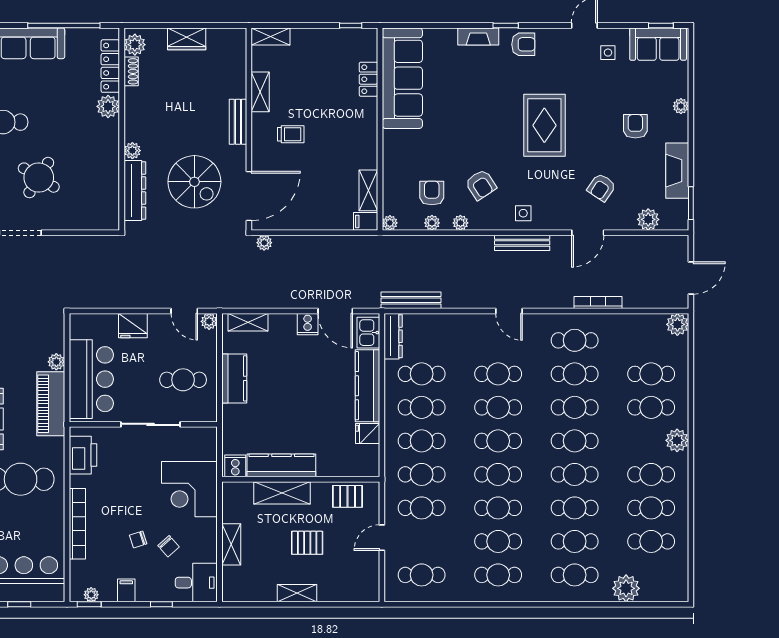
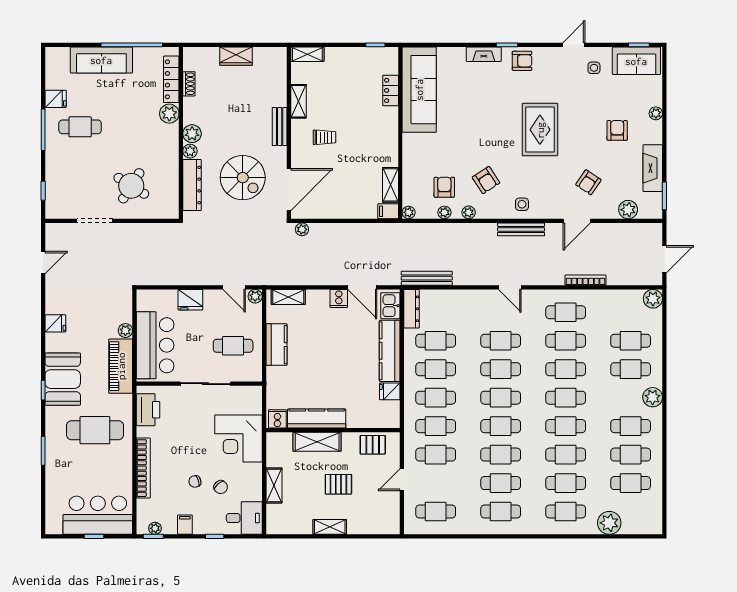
plant: (135, 45) -> (192, 134), moved
round table: (39, 178) -> (131, 186), moved

